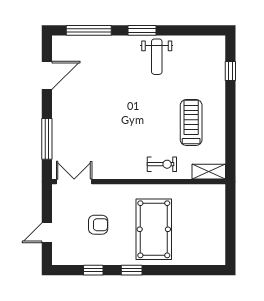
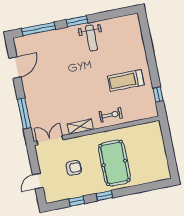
window: (230, 71) -> (158, 95), moved
treadmill: (191, 122) -> (126, 81), turned -90
shelving: (209, 172) -> (80, 127), moved

